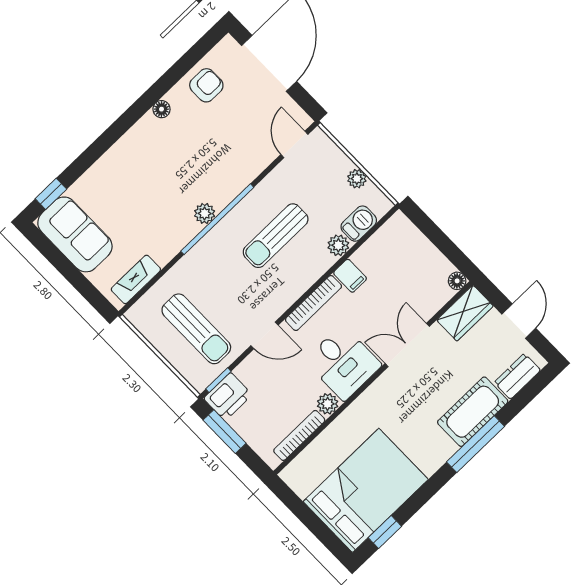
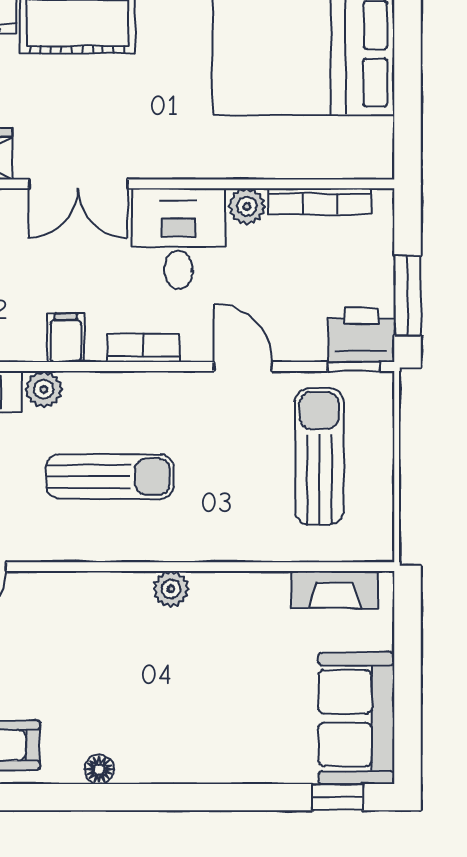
window: (217, 219) -> (162, 567), removed
bookcase: (313, 303) -> (144, 348), width x0.64

